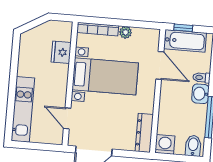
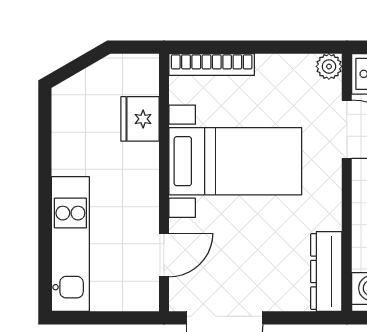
plant: (126, 32) -> (329, 66), moved
door: (67, 118) -> (164, 255), swing flipped

